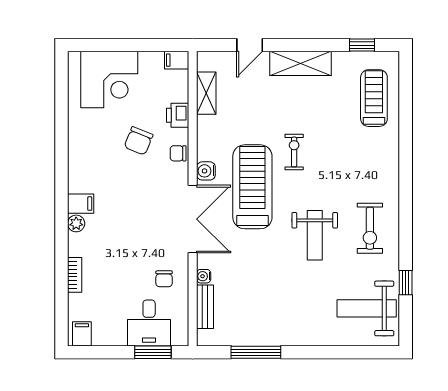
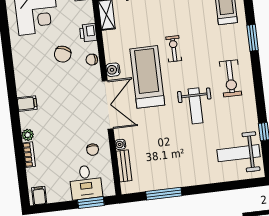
window: (406, 150) -> (253, 38), added
plant: (76, 223) -> (28, 135), moved
exercise bike: (370, 228) -> (231, 78), moved

